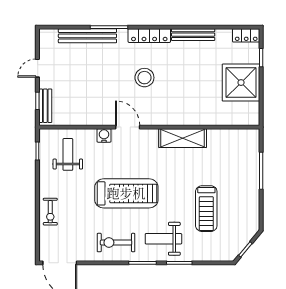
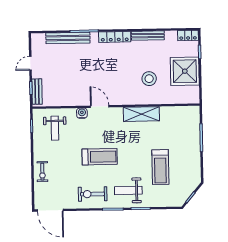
stool: (144, 78) -> (149, 79), moved
weight bench: (68, 154) -> (55, 128), turned 180
treadmill: (126, 193) -> (100, 157), width x0.73, depth x0.73

